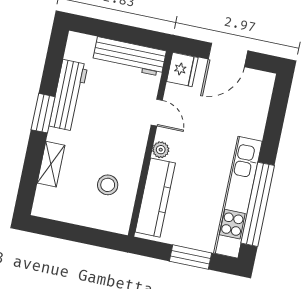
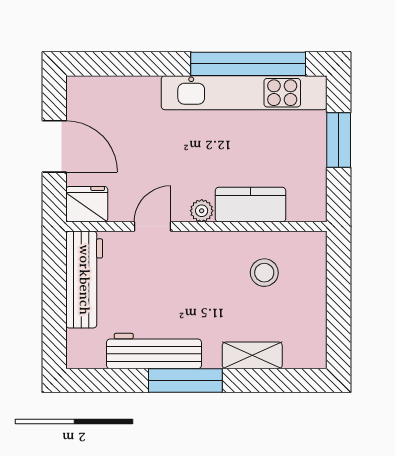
window: (43, 113) -> (185, 381), width x1.44
kitchen counter: (155, 198) -> (250, 205), width x0.67

